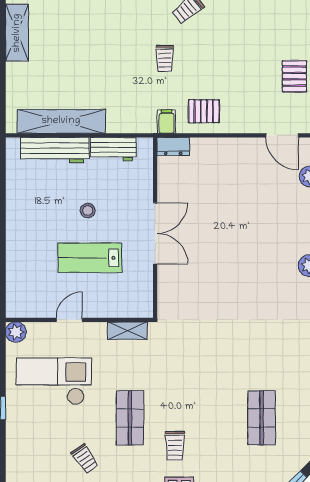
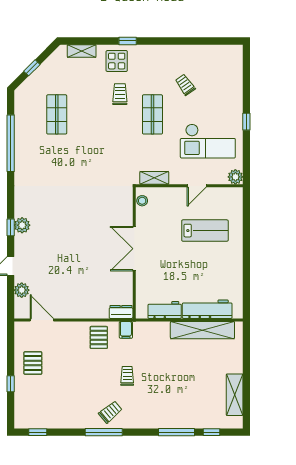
pallet: (204, 111) -> (99, 337), turned 90
stool: (88, 211) -> (142, 201), moved
lab bench: (90, 258) -> (205, 231), moved

